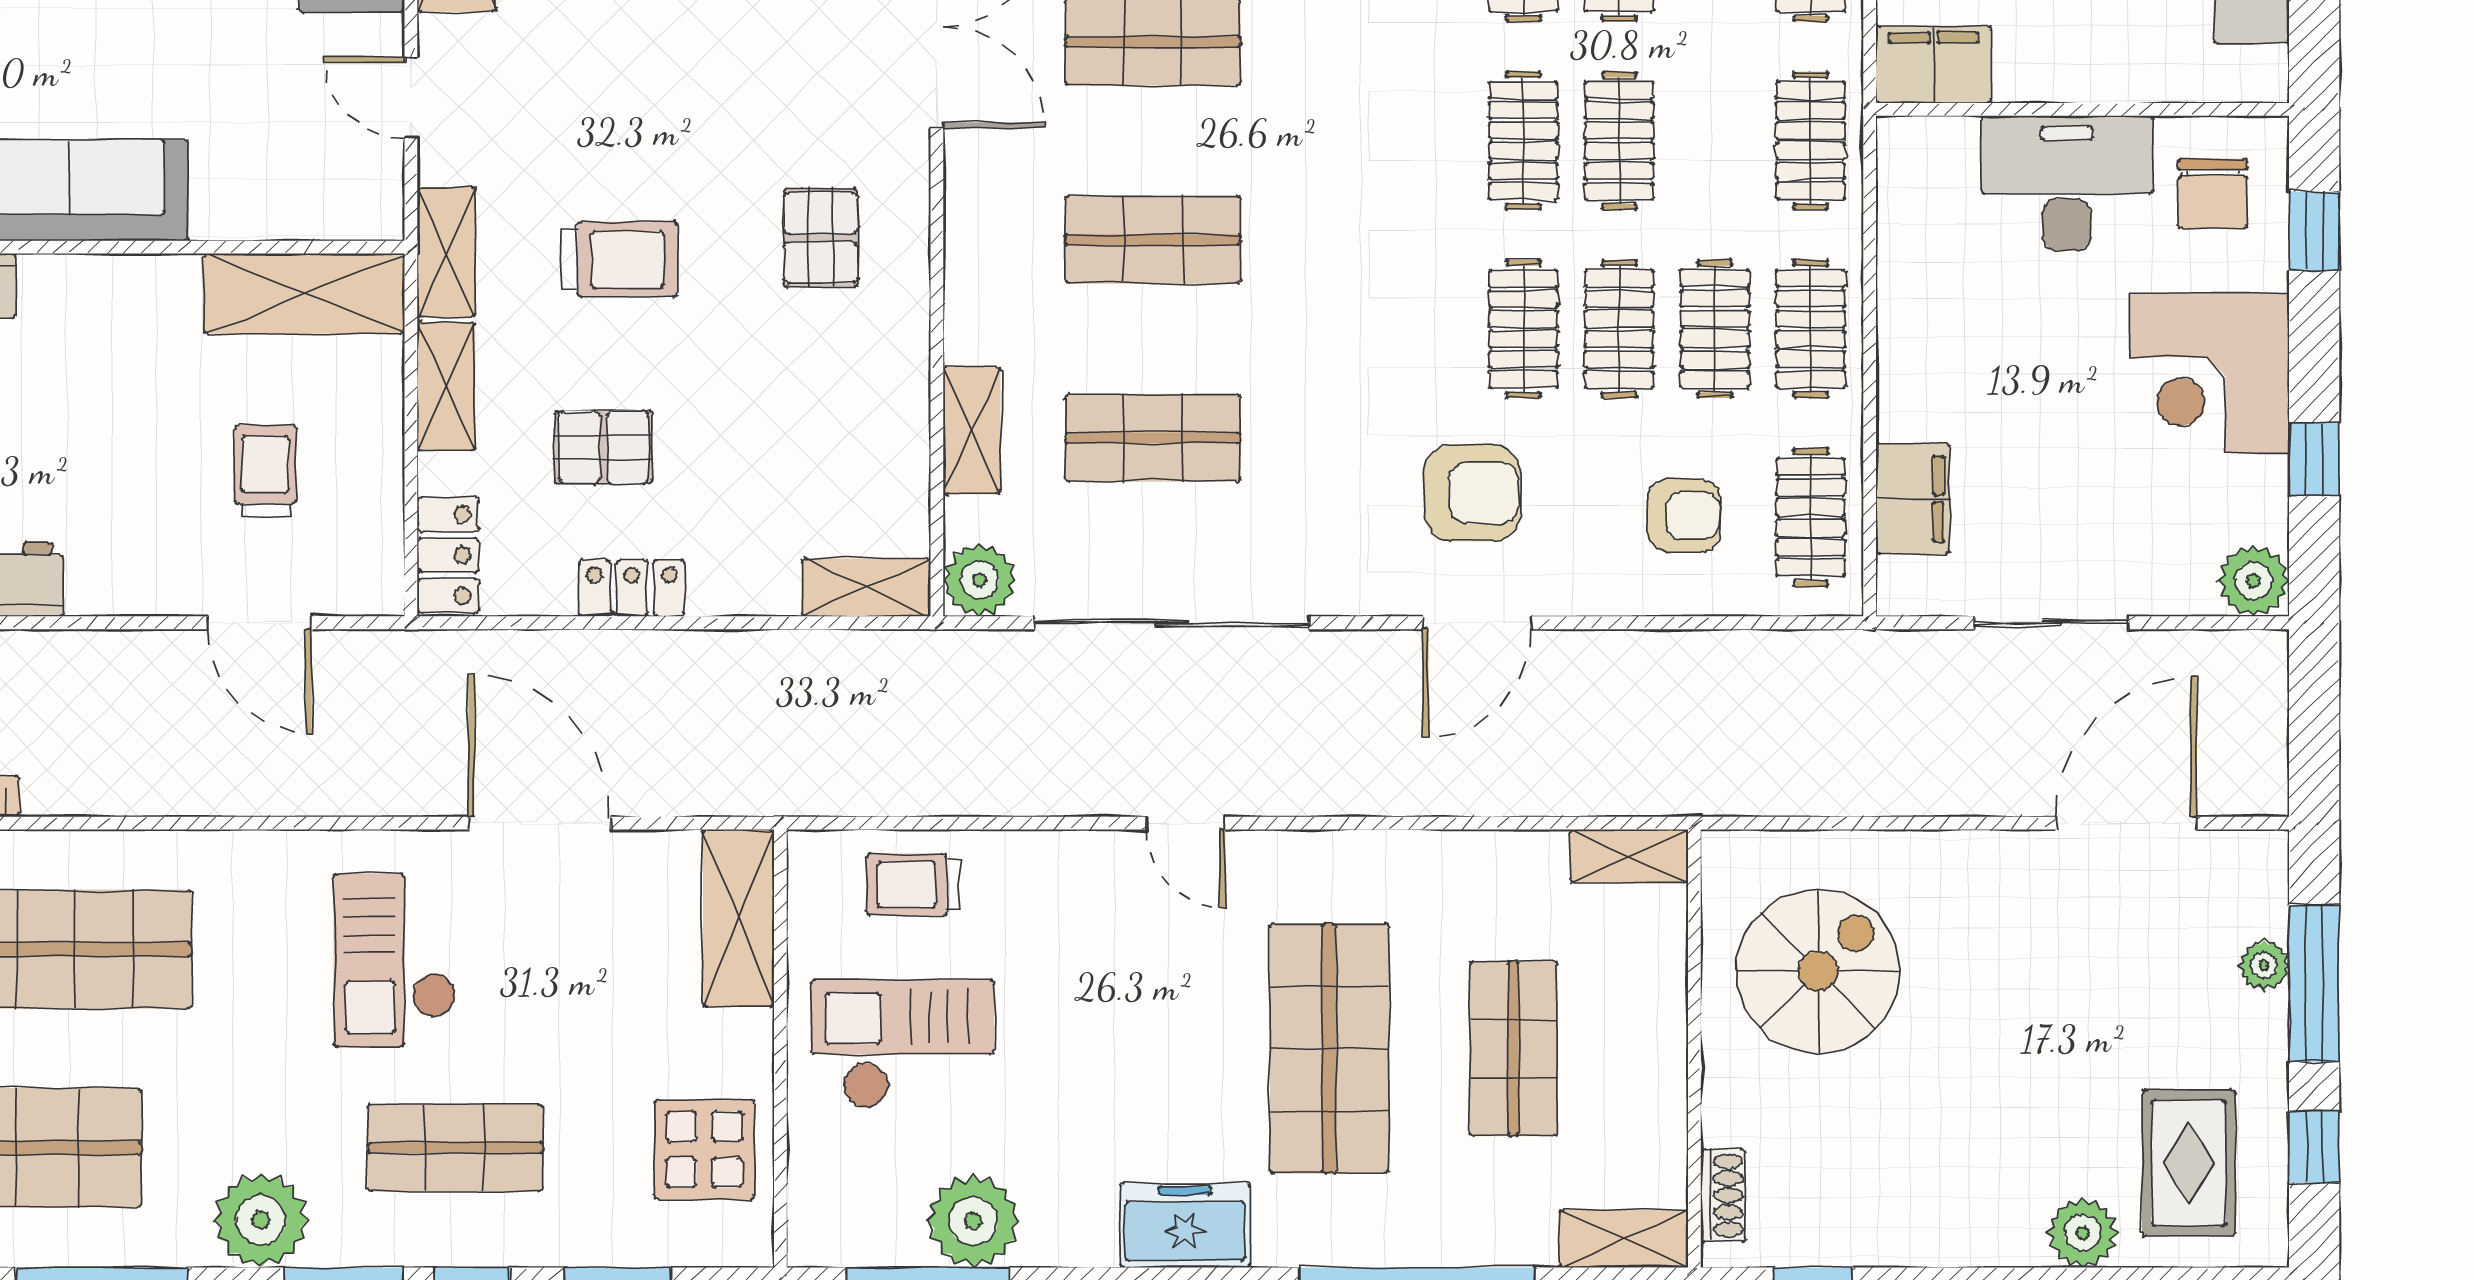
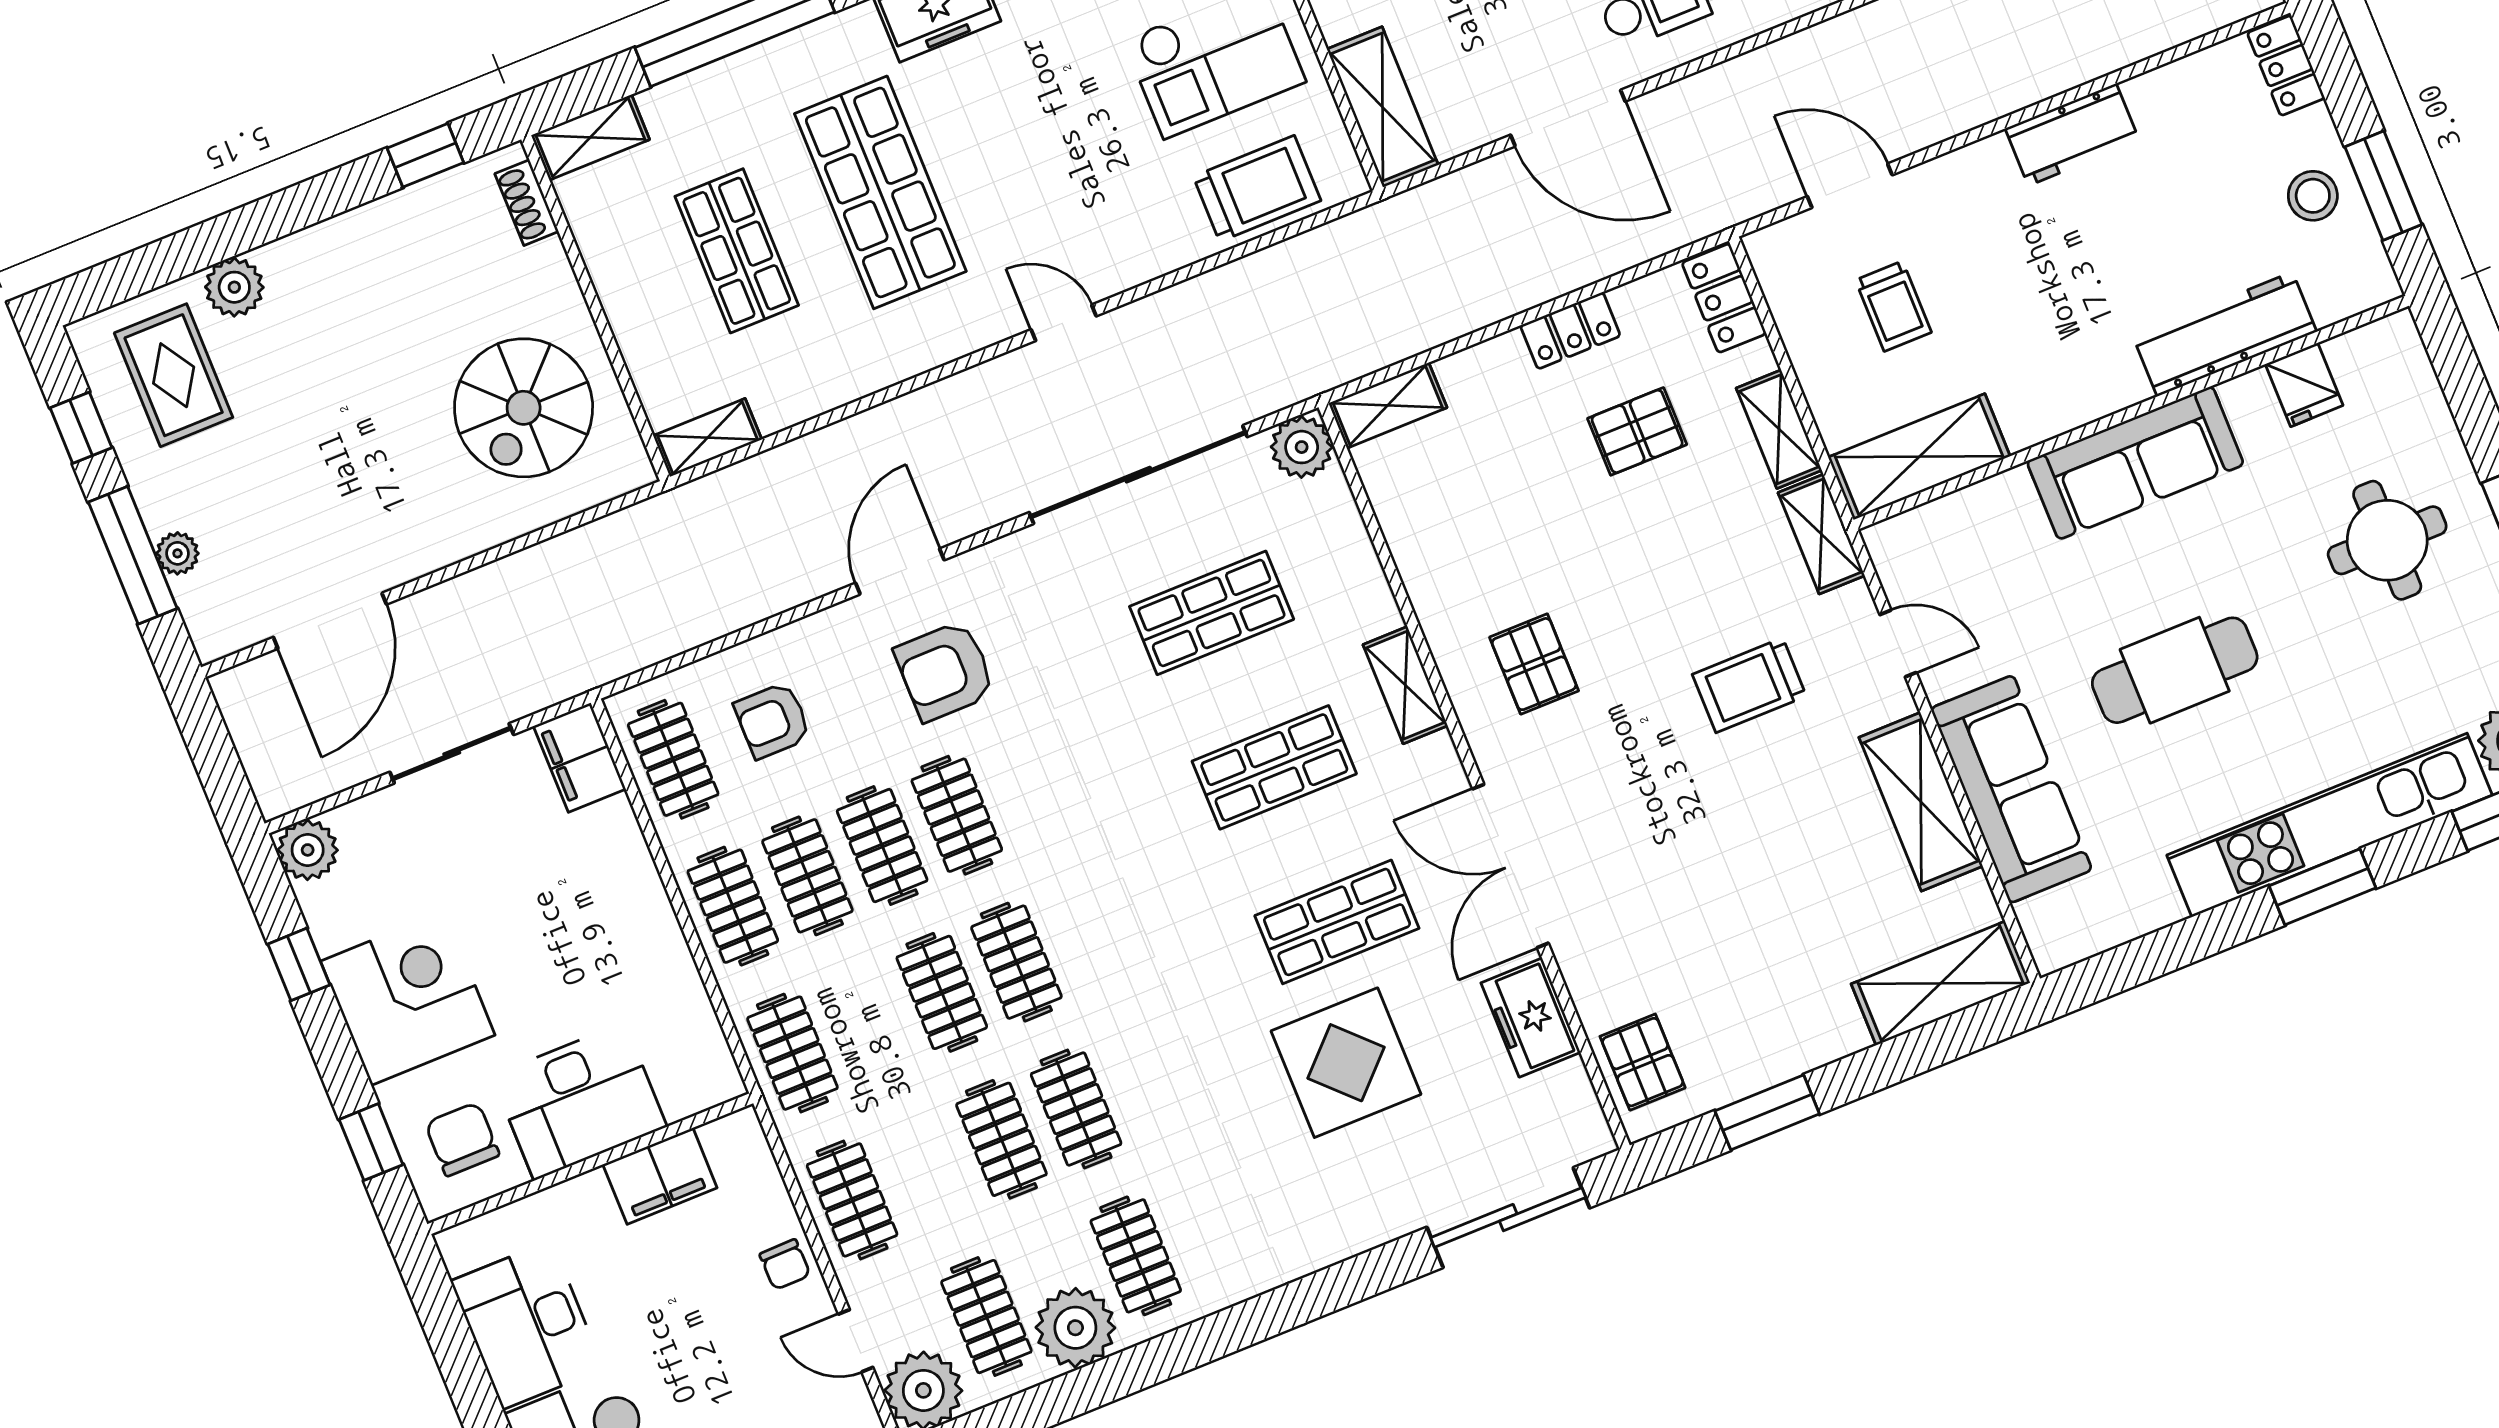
filing cabinet: (1934, 65) -> (660, 1176), moved
trolley: (619, 259) -> (1749, 685), moved
shelving: (972, 431) -> (1405, 685), moved
filing cabinet: (1913, 499) -> (580, 757), moved
trolley: (913, 884) -> (1257, 189), width x1.36, depth x1.39

